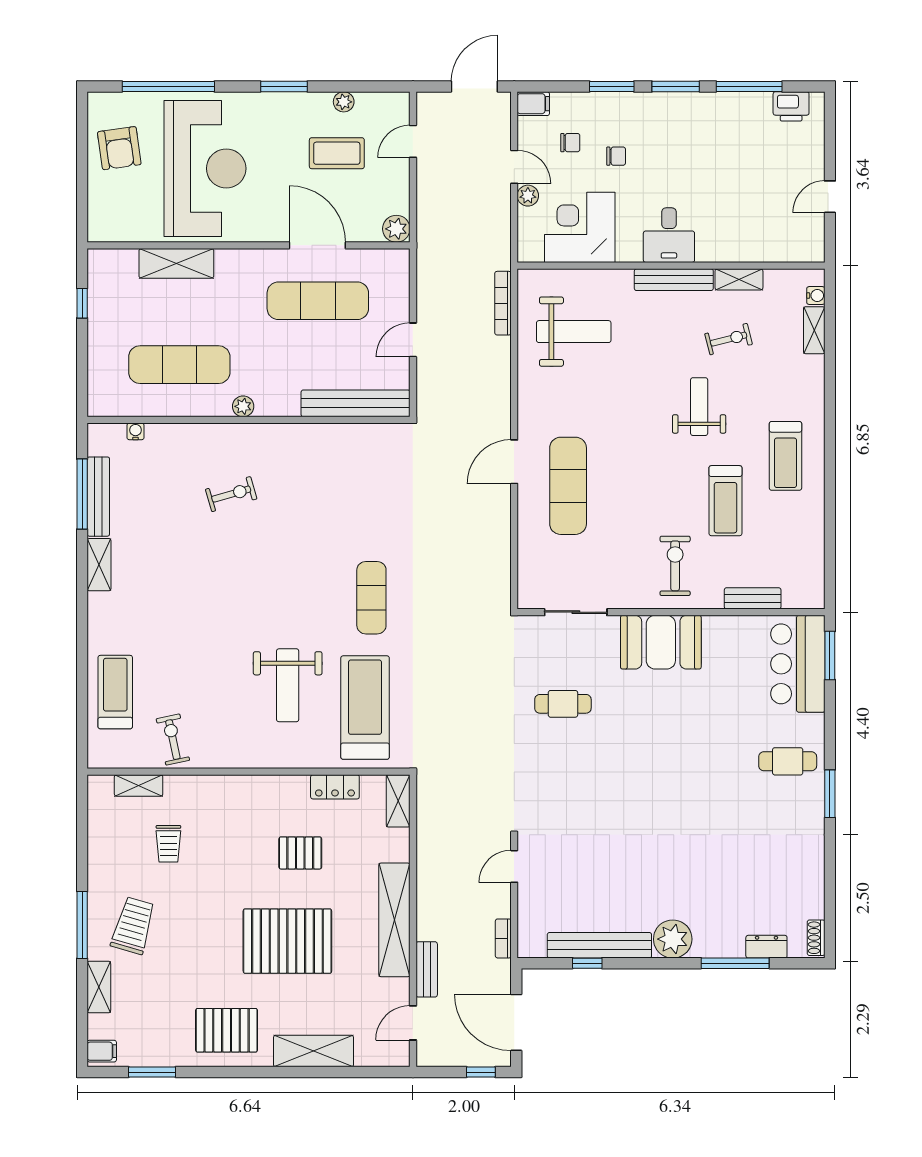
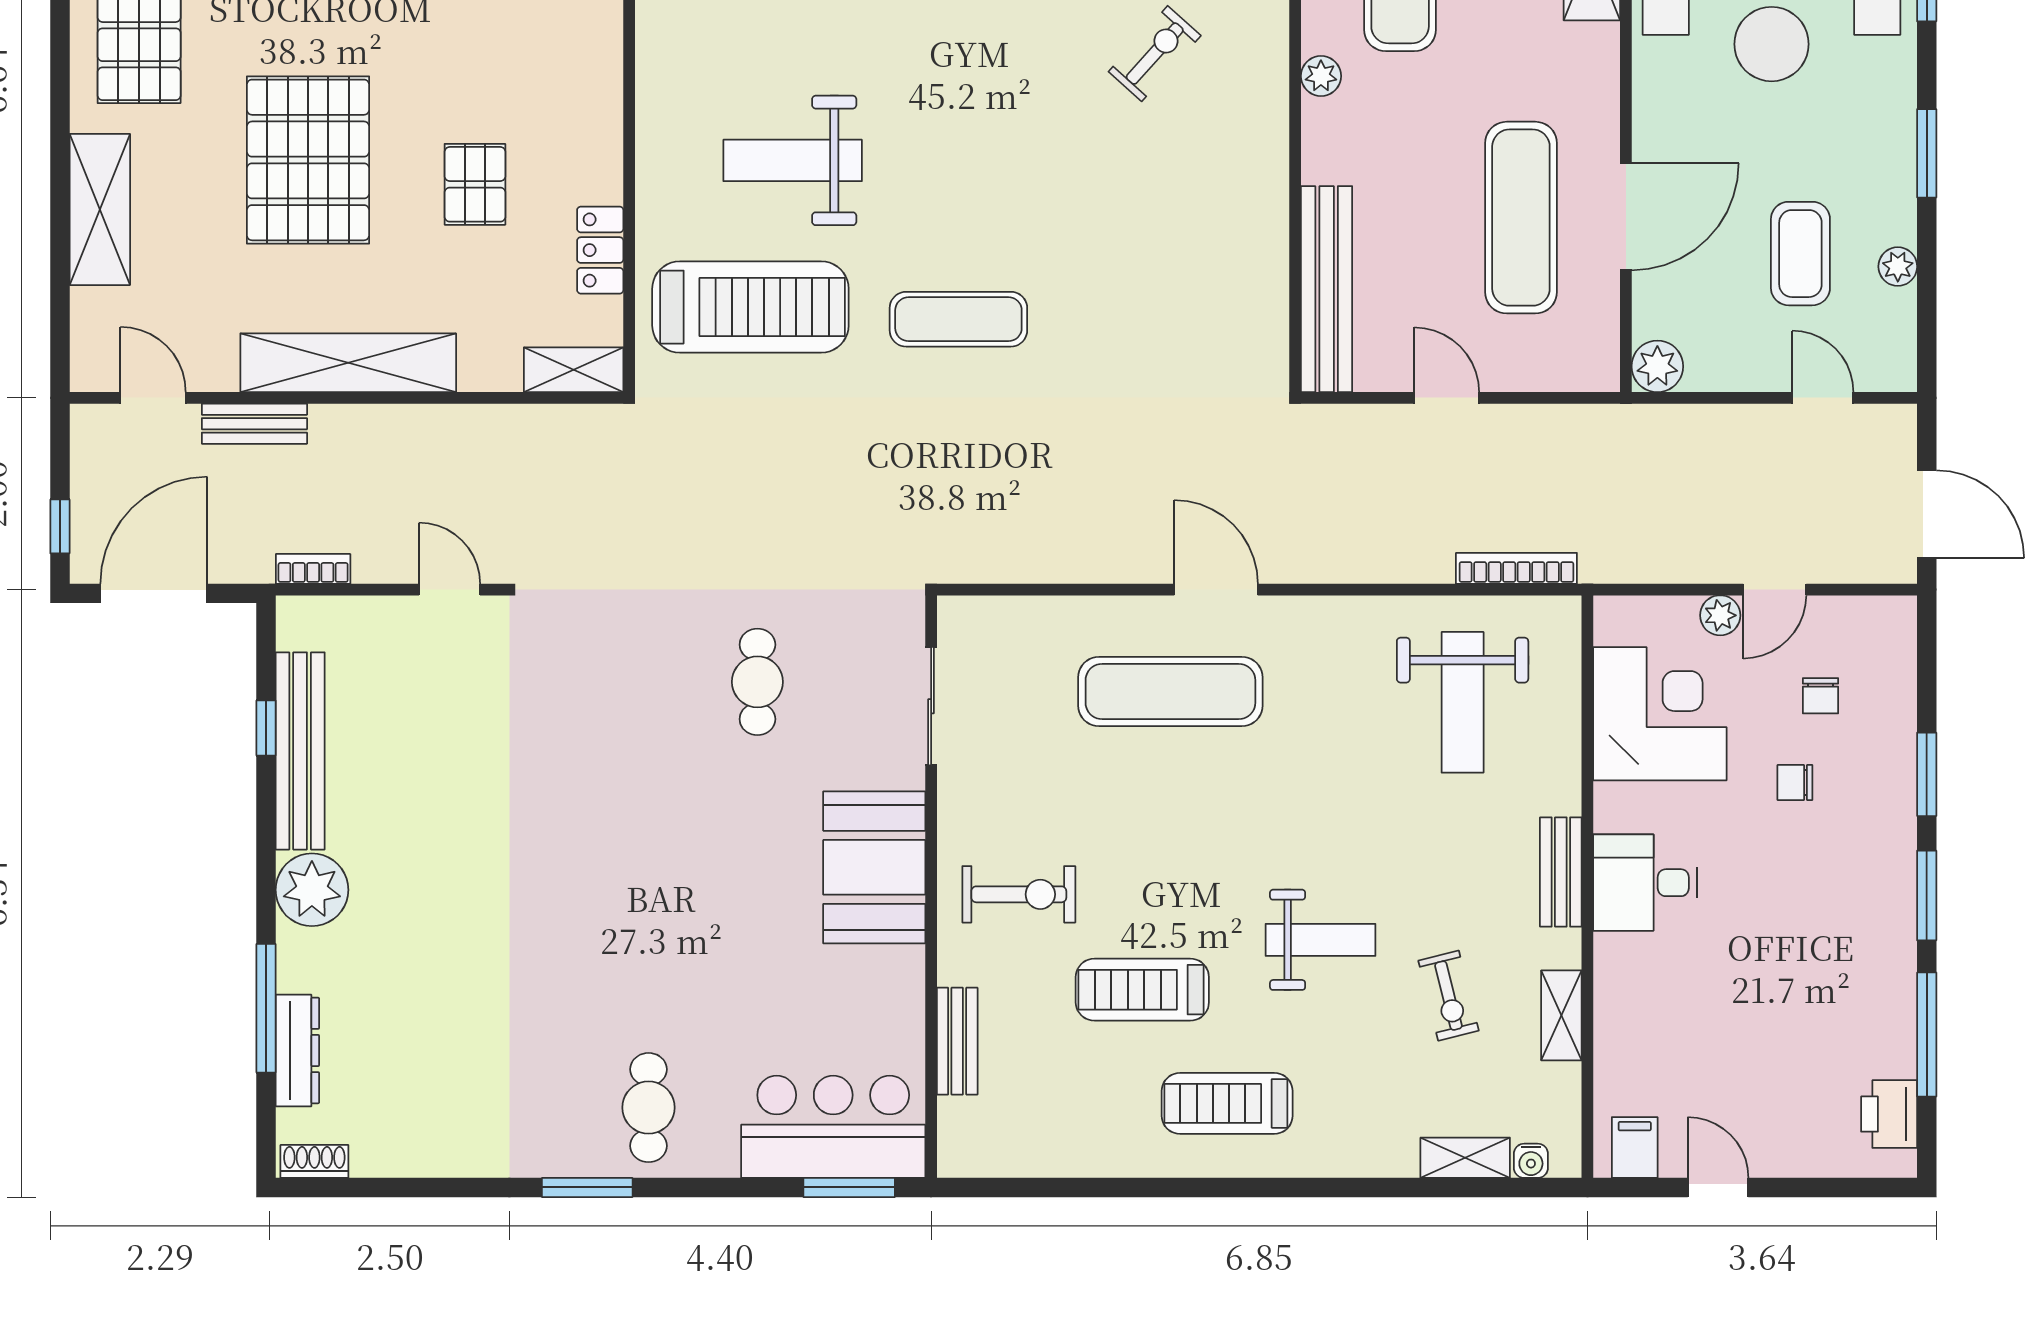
filing cabinet: (533, 104) -> (1635, 1147), moved, turned 180
chair: (616, 156) -> (1795, 783), turned 90
bench: (674, 280) -> (1561, 872), width x0.73
exercise bike: (231, 494) -> (1155, 54), turned -122
dresser: (766, 947) -> (297, 1050), width x1.44

